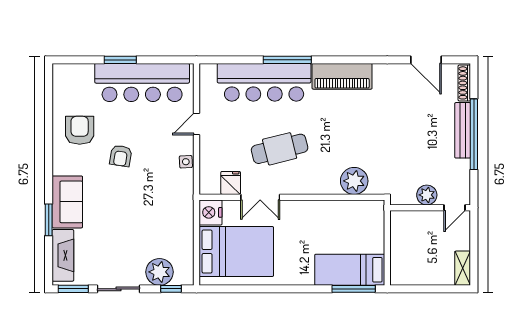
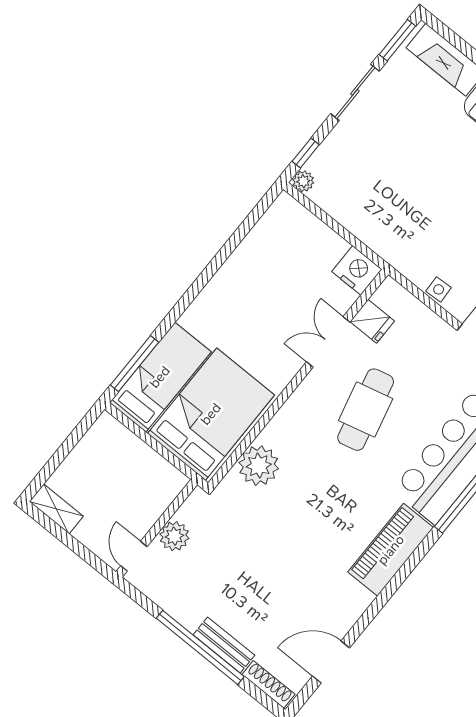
bench: (463, 130) -> (224, 645), width x0.73
bed: (236, 252) -> (211, 414), moved, turned 180
plant: (160, 272) -> (303, 181), moved, width x0.53, depth x0.53

